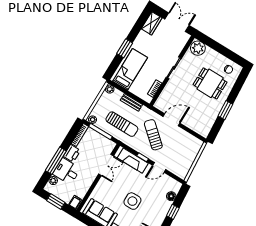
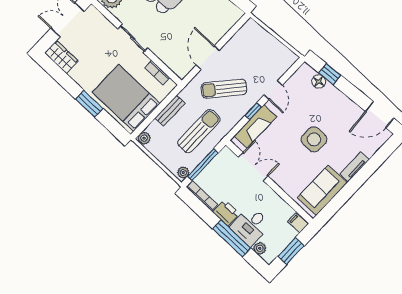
bed: (130, 69) -> (126, 98), width x1.50
window: (173, 212) -> (330, 74), moved

